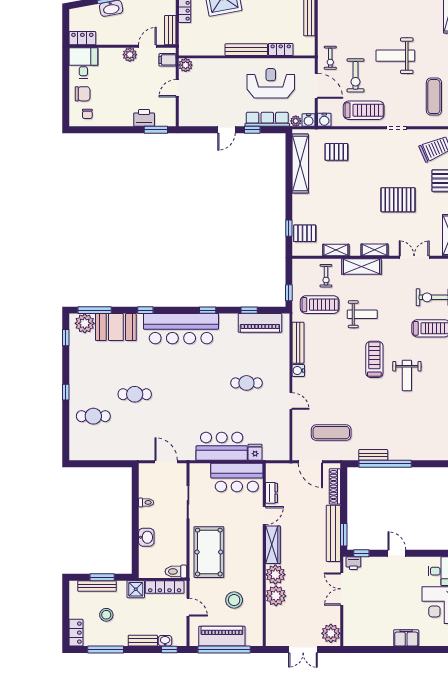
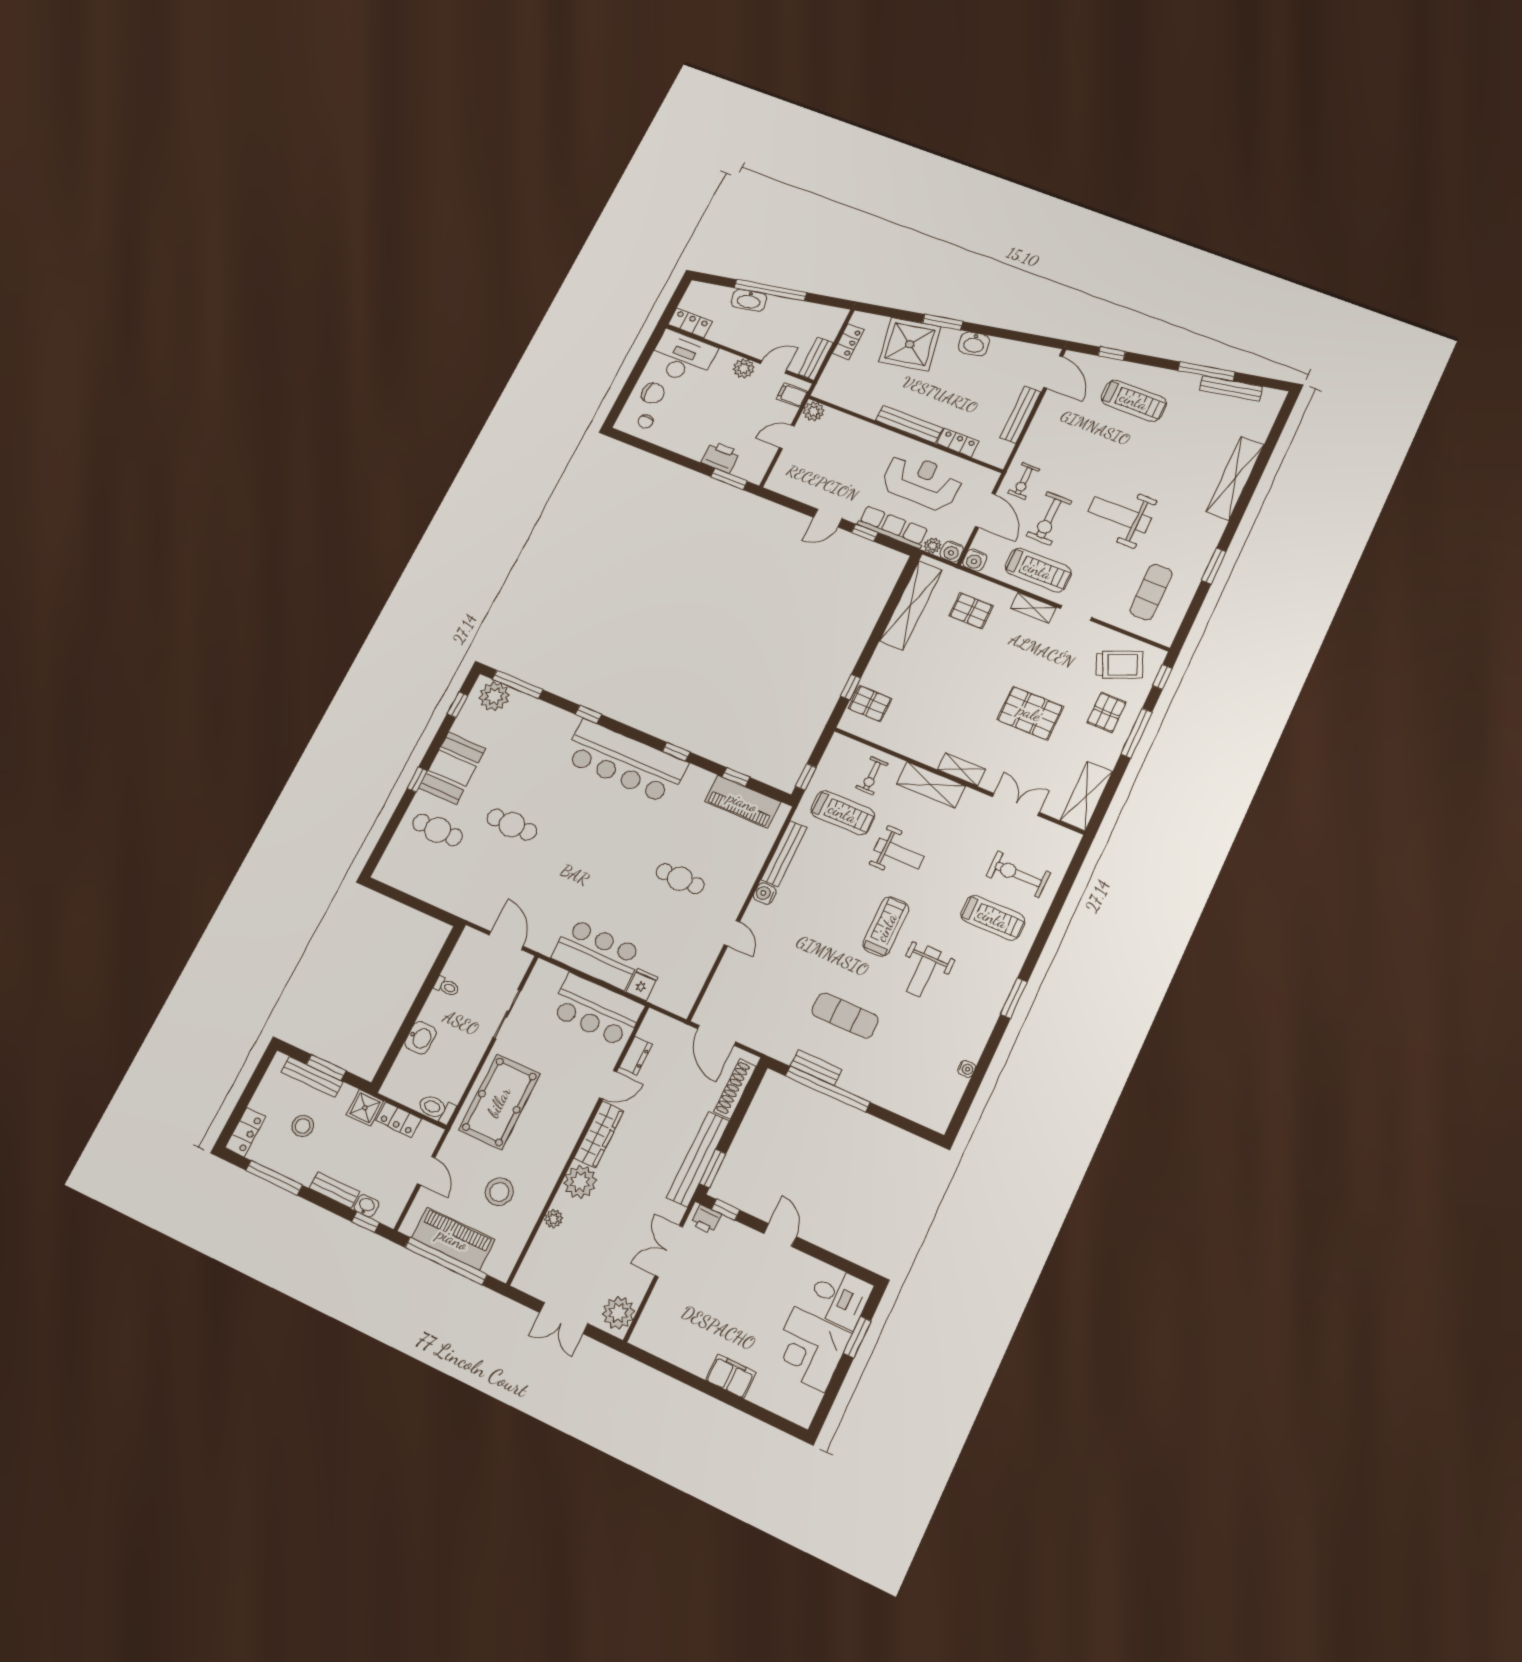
desk: (83, 63) -> (682, 357), width x1.37
shelving: (336, 250) -> (1033, 608), moved
booth: (116, 327) -> (452, 768), moved, turned 90
exercise mat: (331, 433) -> (845, 1015), moved
locker: (165, 587) -> (399, 1120), width x0.66
plant: (276, 596) -> (554, 1219), width x0.53, depth x0.53

